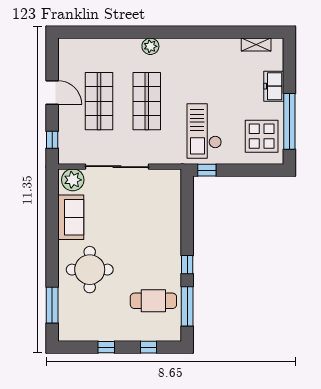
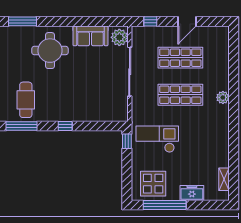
window: (187, 265) -> (65, 126), moved

